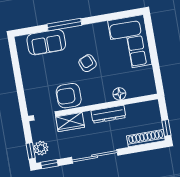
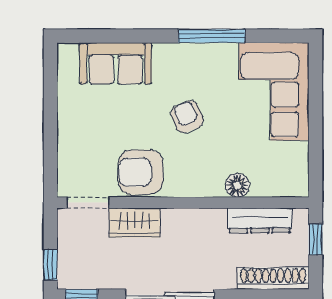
window: (64, 25) -> (212, 36), moved
dresser: (108, 114) -> (260, 220), moved
window: (166, 128) -> (315, 239), moved
plant: (41, 148) -> (71, 263), removed

